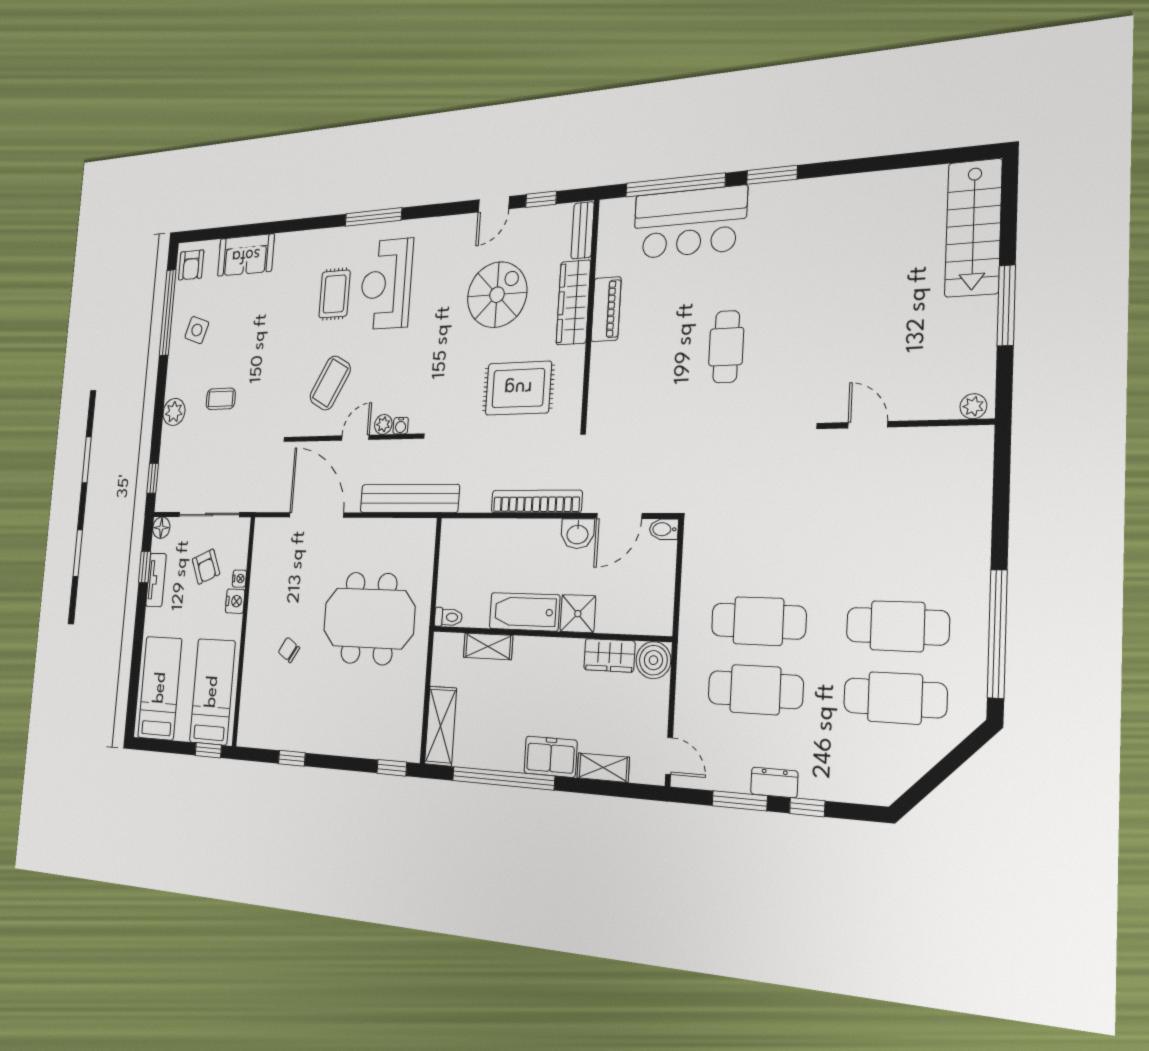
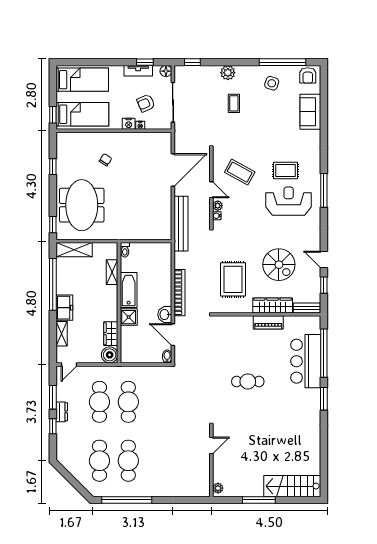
armchair: (191, 265) -> (308, 75), turned -90
meeting table: (369, 618) -> (82, 205), moved

